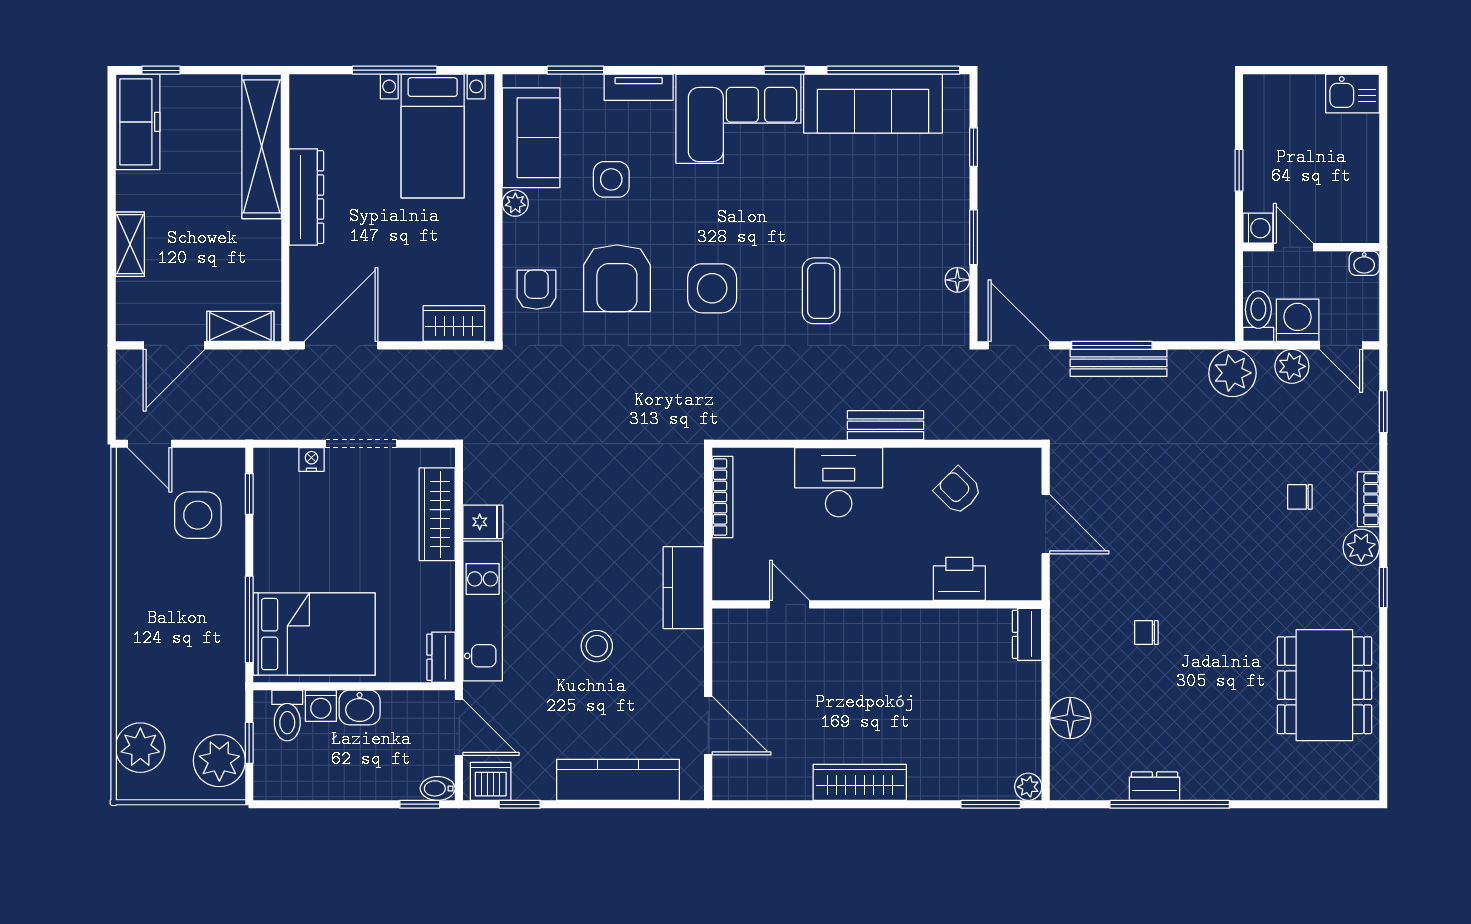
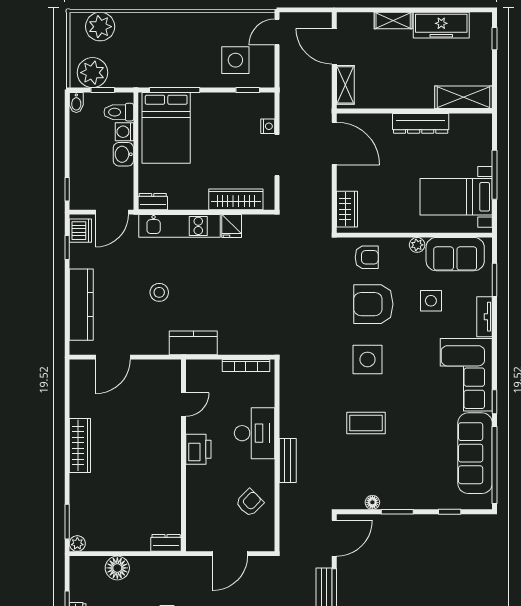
freezer: (138, 122) -> (441, 25), moved
shelving: (262, 146) -> (464, 97), width x0.68
printer: (959, 579) -> (198, 449), moved
bidet: (438, 788) -> (76, 102), moved, turned 180

